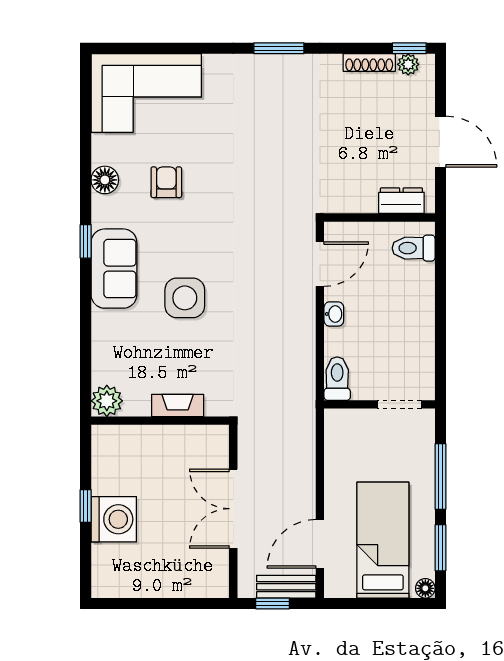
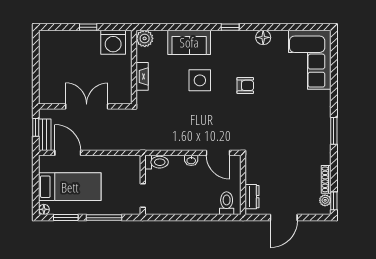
armchair: (166, 182) -> (245, 85), moved
sofa: (114, 269) -> (189, 42), moved
washing machine: (114, 519) -> (113, 42), moved

